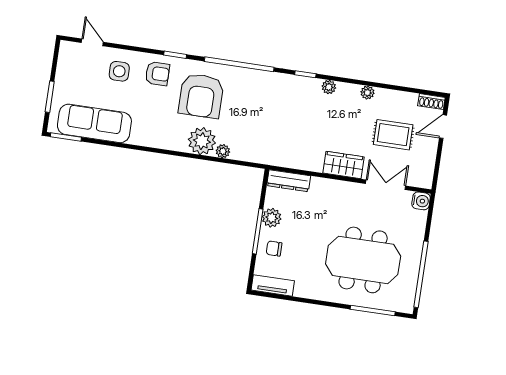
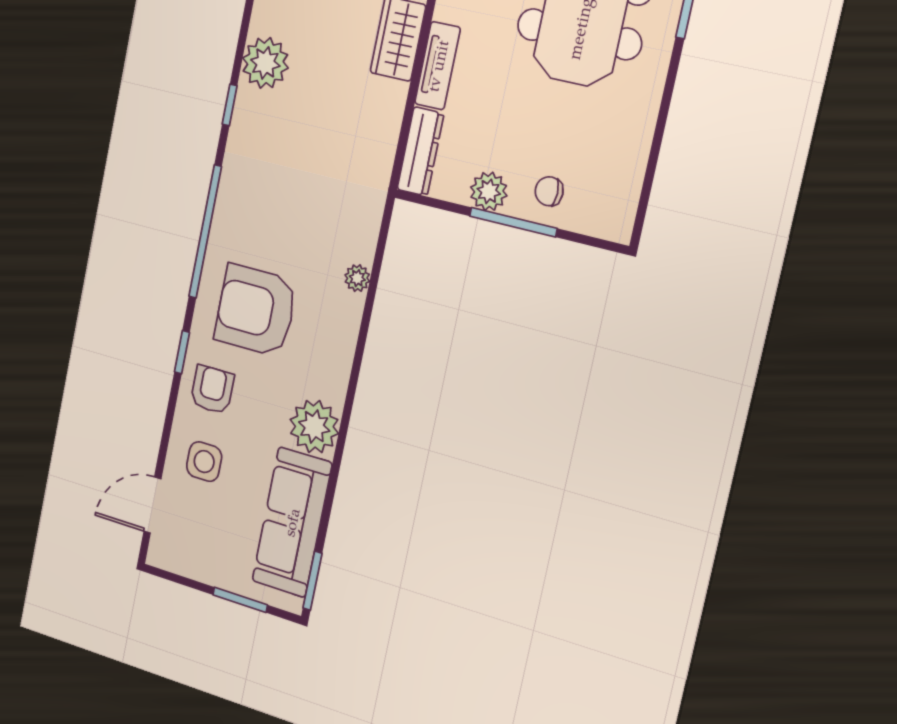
door: (92, 42) -> (152, 505), width x1.37
plant: (329, 87) -> (265, 63), width x1.88, depth x1.88
armchair: (201, 96) -> (256, 310), turned 180
plant: (202, 141) -> (314, 427), moved
chair: (274, 248) -> (549, 191), turned 90
tv unit: (273, 285) -> (438, 66), moved, turned 180

